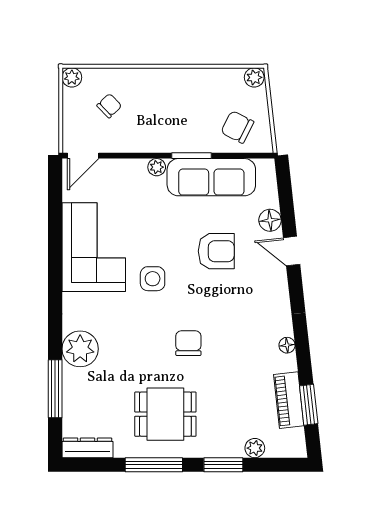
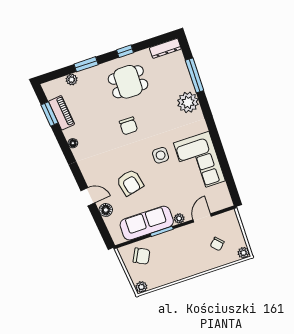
door: (83, 156) -> (202, 218), moved
armchair: (216, 251) -> (130, 183), turned -103
window: (154, 465) -> (125, 51), width x0.46

